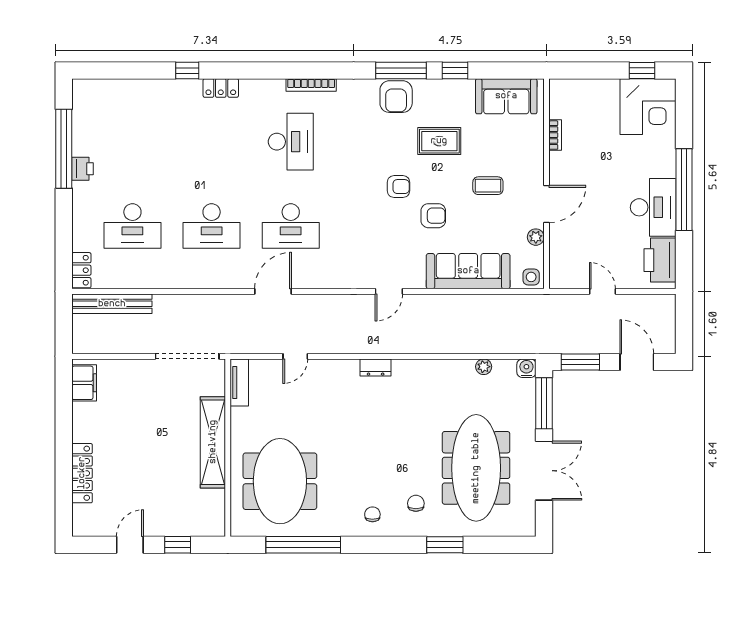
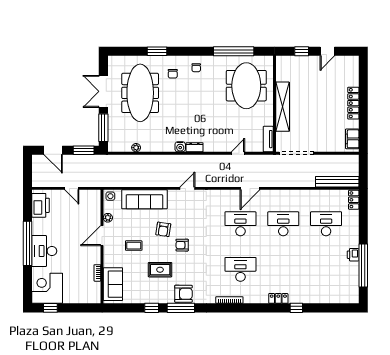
sofa: (506, 96) -> (113, 284), moved, turned 90
armchair: (396, 97) -> (183, 294), turned 90
desk: (291, 142) -> (240, 269), turned 90
desk: (653, 207) -> (44, 251), moved
armchair: (433, 216) -> (163, 229), turned -82
water cooler: (526, 368) -> (180, 147), moved
locker: (82, 473) -> (353, 103), moved

